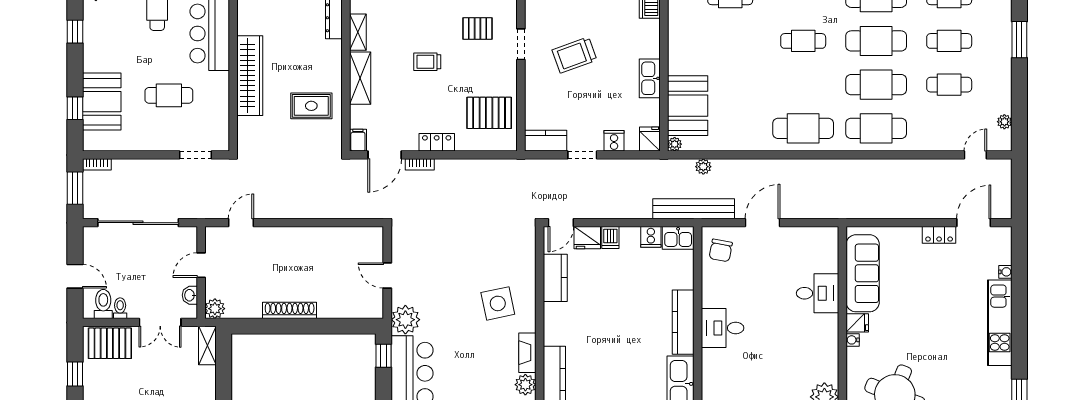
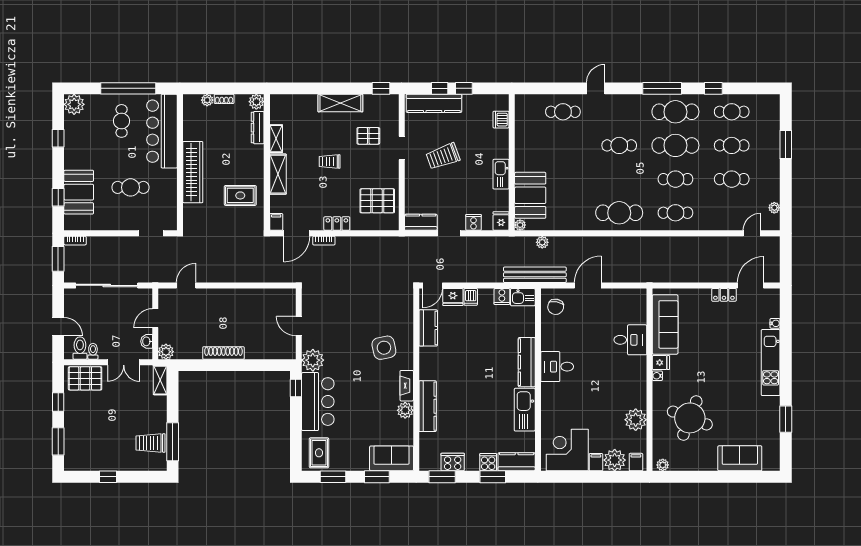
cafe table: (876, 85) -> (675, 179), width x0.73, depth x0.74
cafe table: (876, 128) -> (675, 213), width x0.73, depth x0.74

